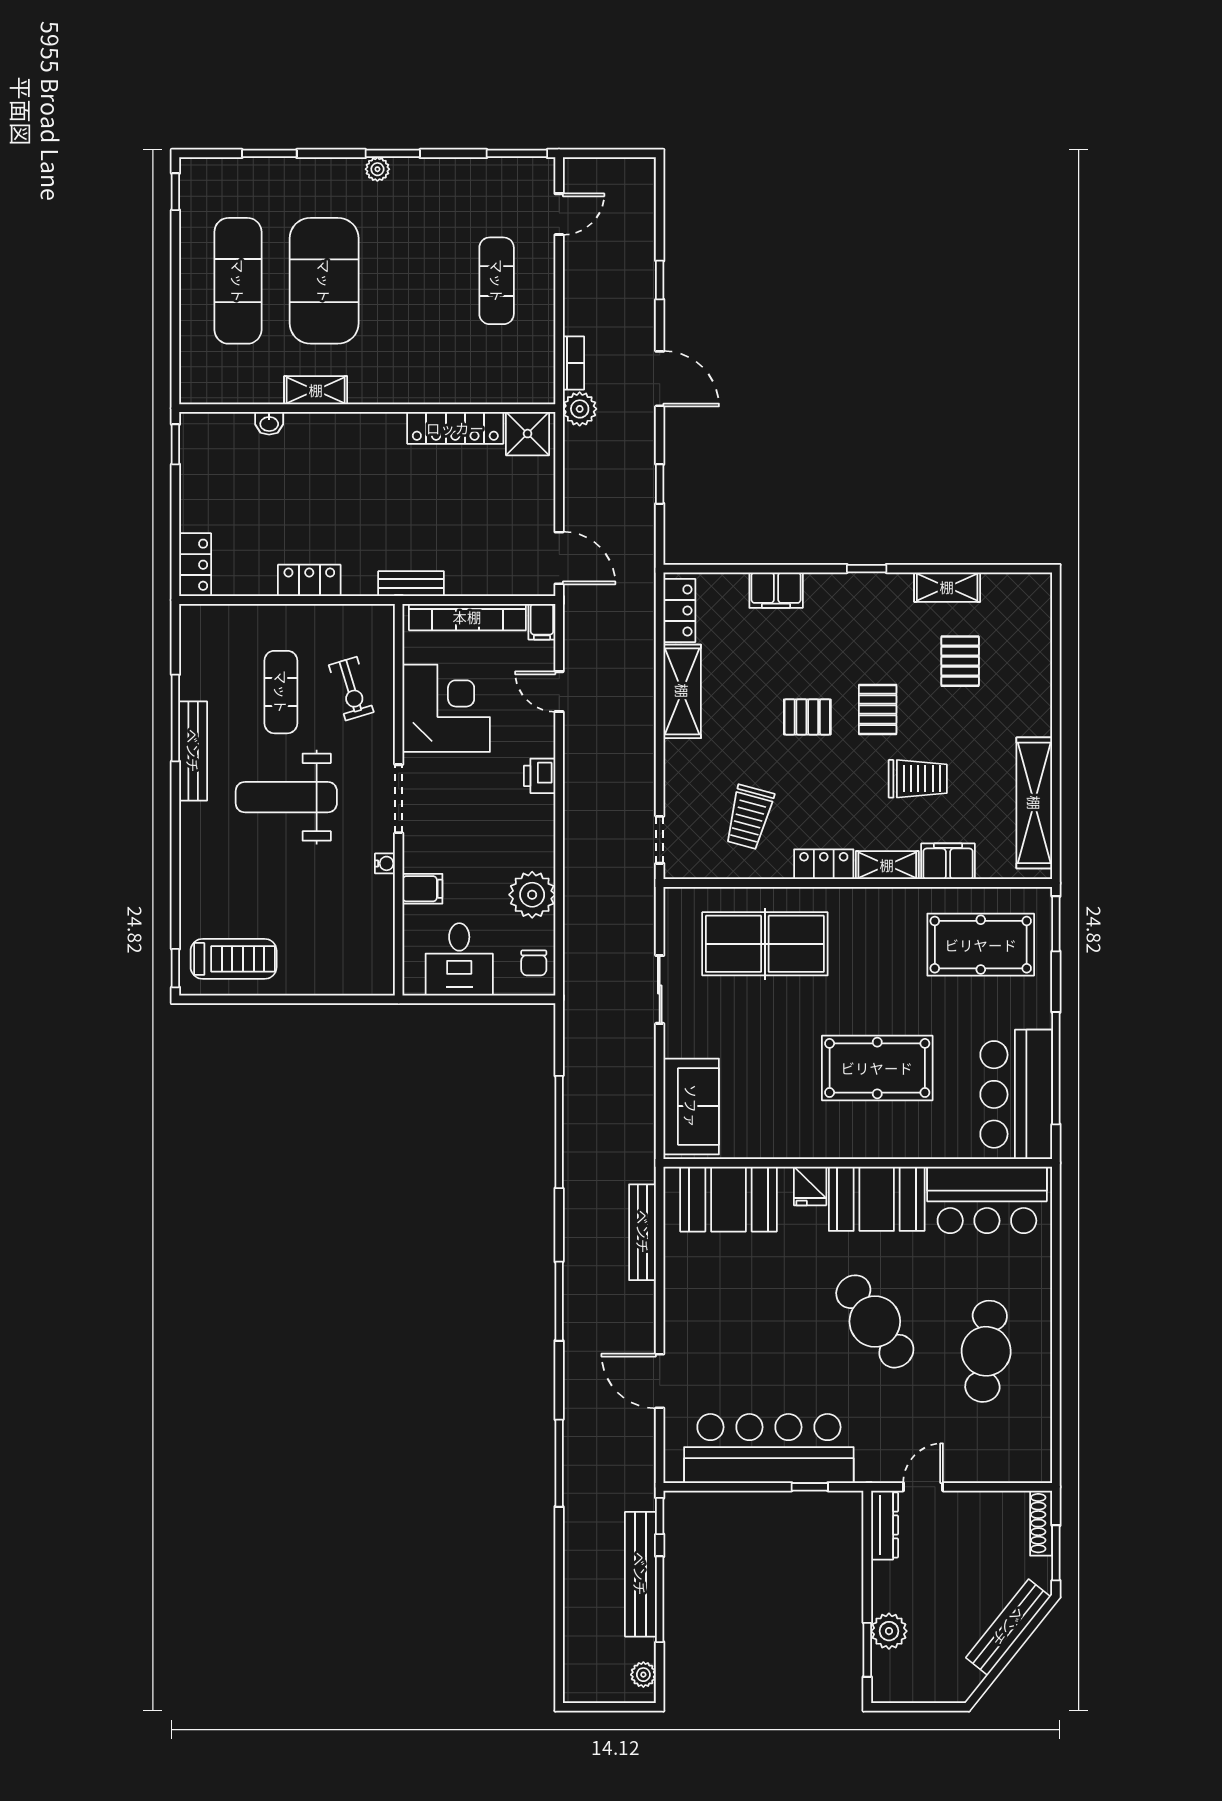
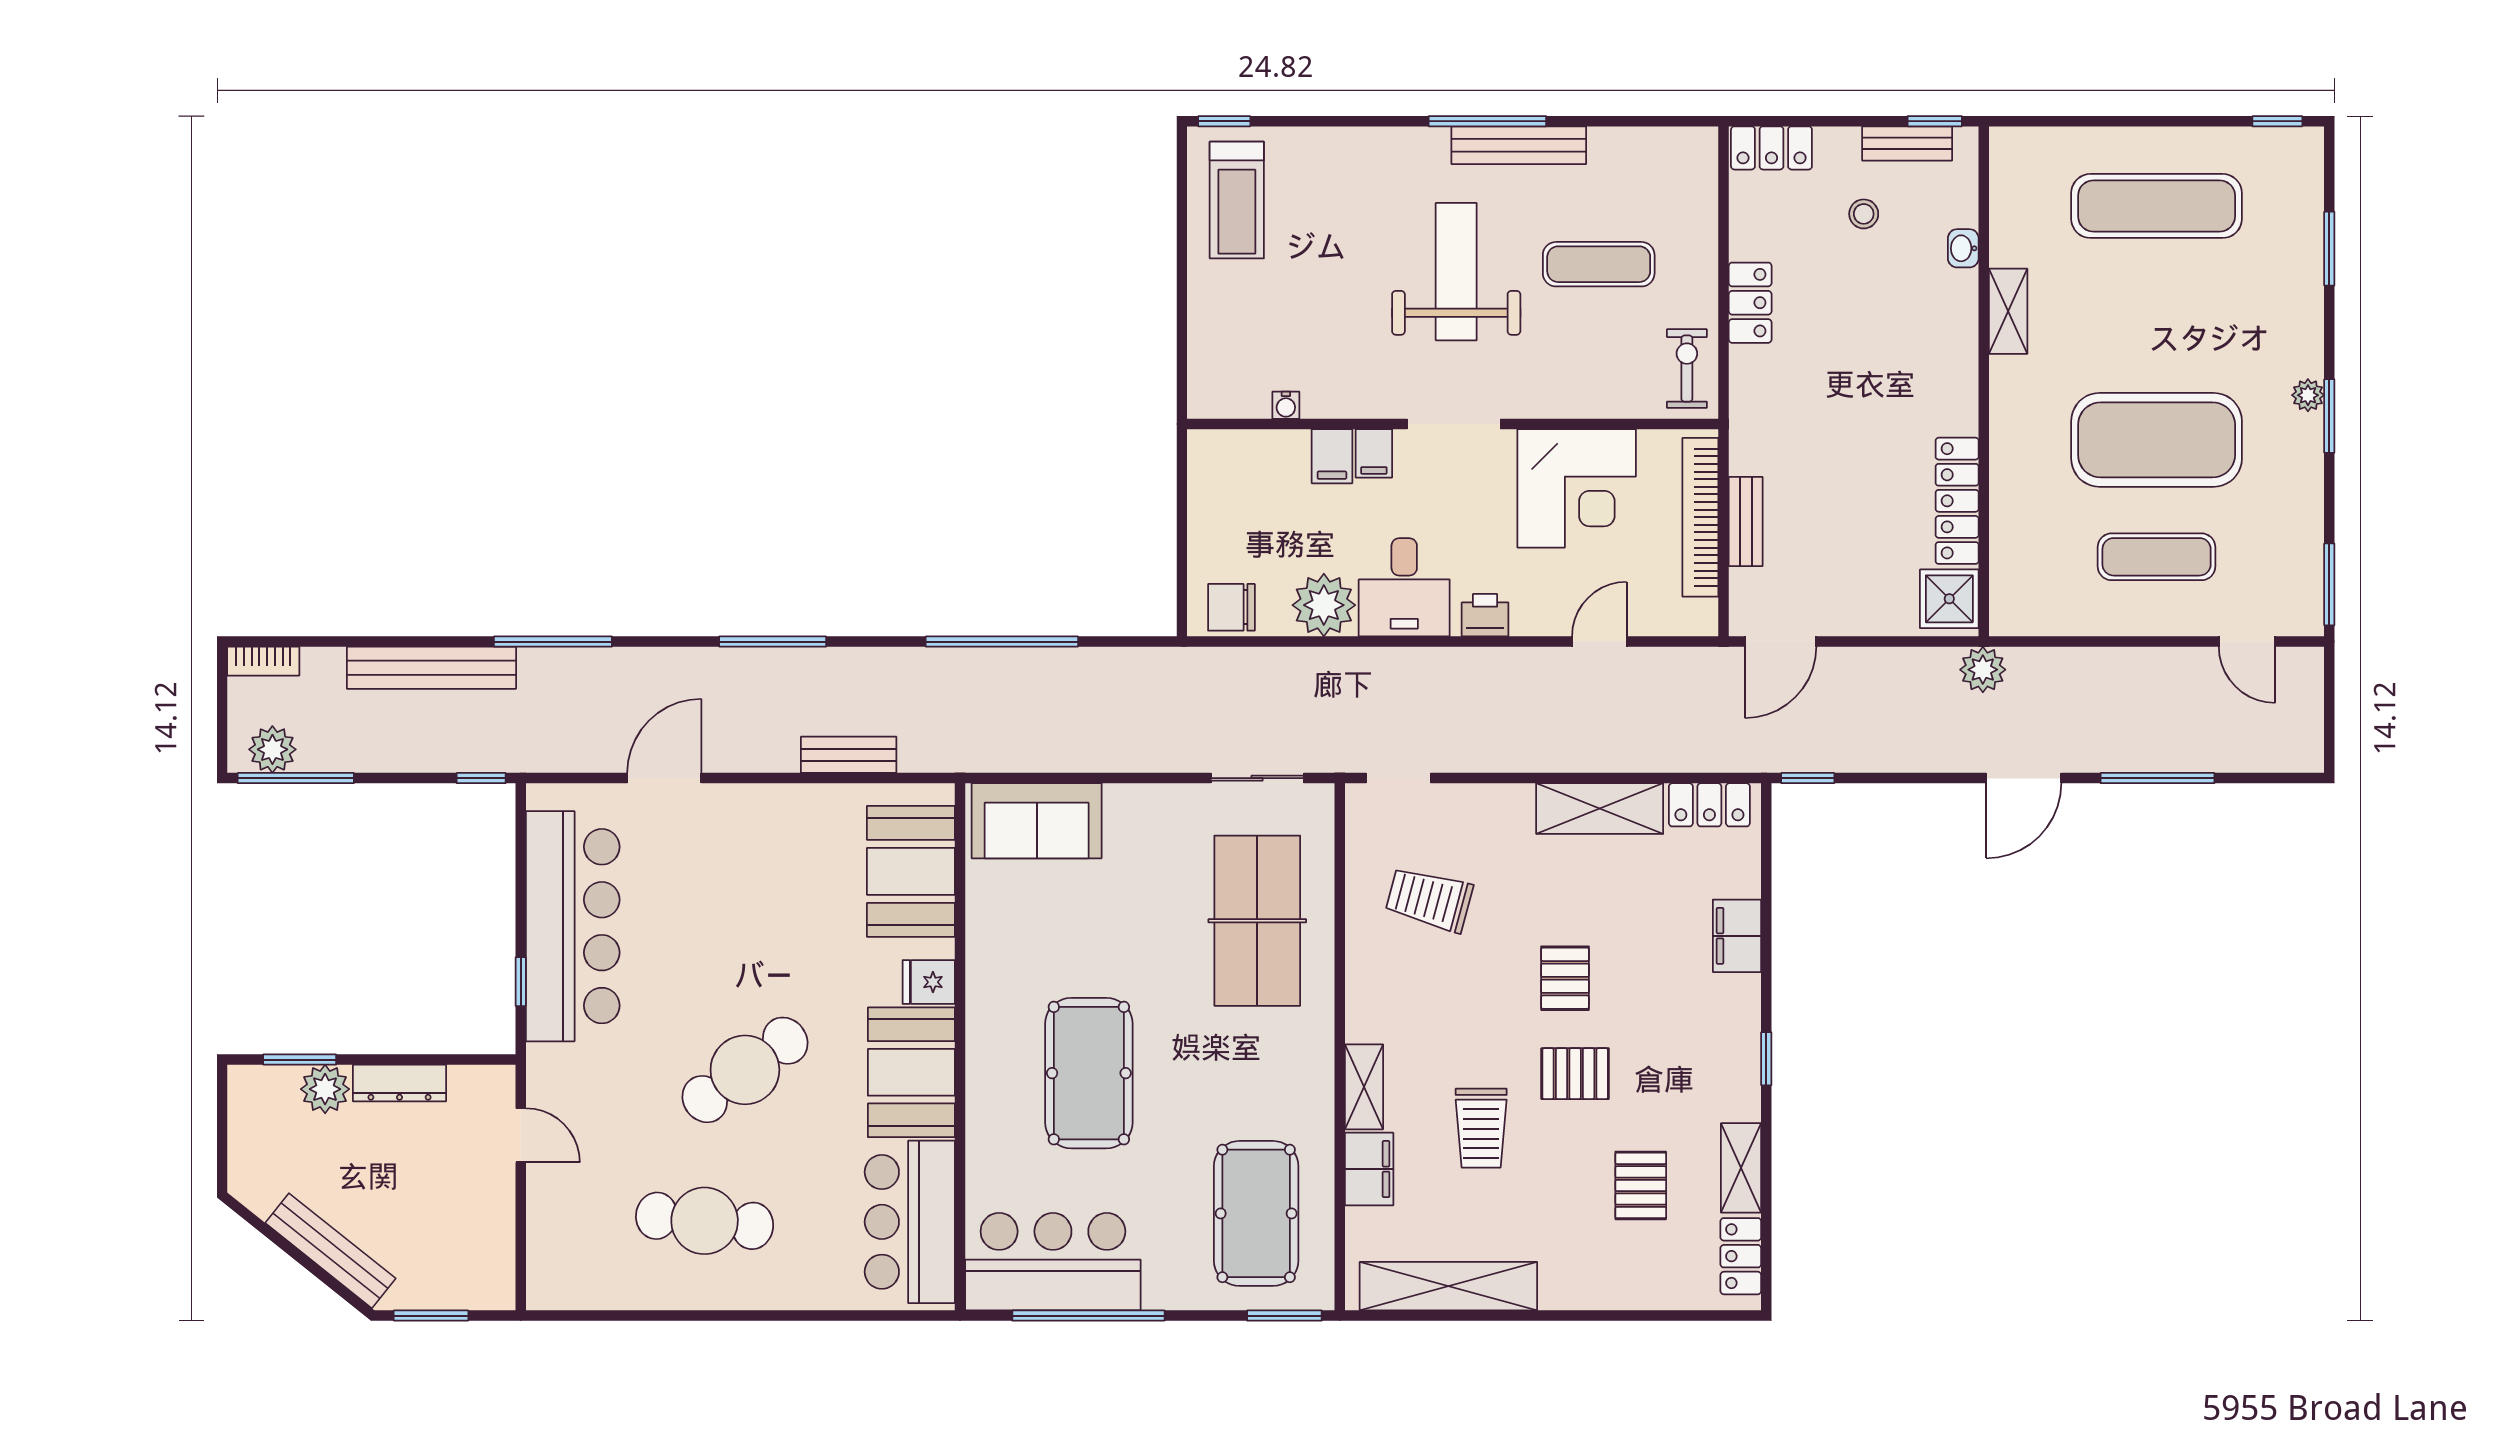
window: (660, 280) -> (2158, 778), width x2.17
exercise mat: (324, 281) -> (2157, 440), moved
bookcase: (573, 363) -> (263, 661), moved
bench: (192, 465) -> (1907, 143), added
window: (660, 484) -> (1808, 778), moved
stool: (244, 497) -> (1864, 214), added
bench: (411, 584) -> (1746, 522), moved
filing cabinet: (542, 622) -> (1374, 453), moved, turned -90
pallet: (960, 661) -> (1641, 1185), turned 90
exercise bike: (351, 689) -> (1687, 369), moved, turned 107
window: (175, 718) -> (1487, 121), moved
water cooler: (385, 863) -> (1286, 405), moved
locker: (824, 864) -> (1741, 1256), moved, turned 180
desk: (459, 959) -> (1404, 587), moved, turned -90
chair: (534, 963) -> (1231, 607), width x1.37, depth x1.37
sliding door: (660, 989) -> (1257, 778), moved
bench: (643, 1232) -> (849, 755), width x0.73
shoe rack: (1041, 1523) -> (471, 1295), removed
dresser: (885, 1525) -> (400, 1083), moved
bench: (640, 1574) -> (431, 668), moved
window: (660, 1599) -> (296, 778), moved
plant: (643, 1675) -> (272, 749), width x1.38, depth x1.38

